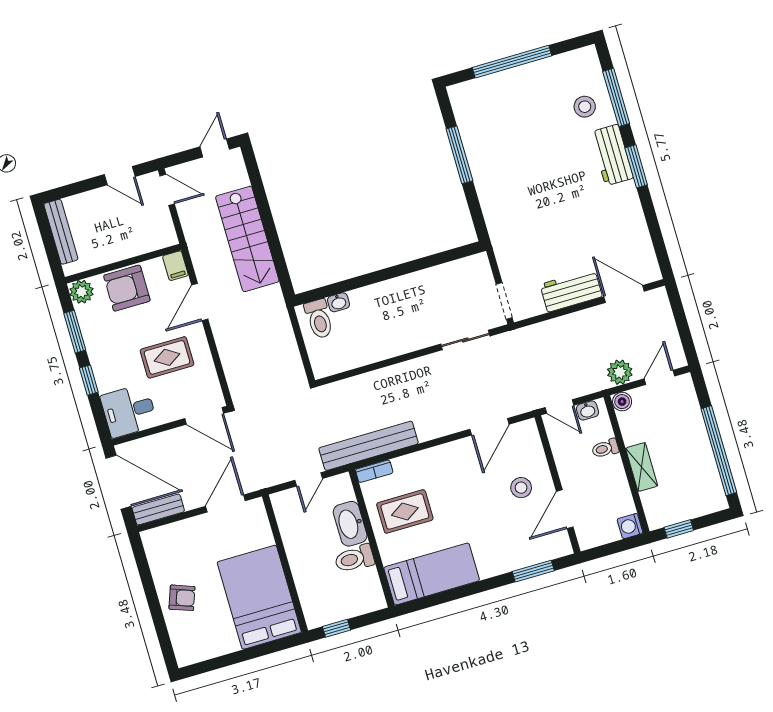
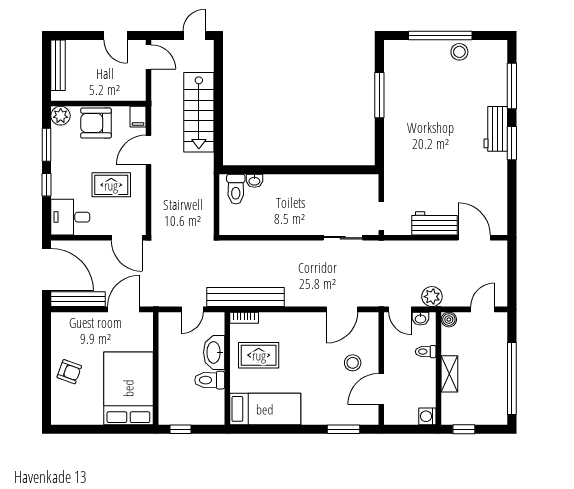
stool: (585, 107) -> (459, 52), moved
plant: (620, 372) -> (432, 297), moved
bench: (158, 510) -> (78, 299), width x1.36

